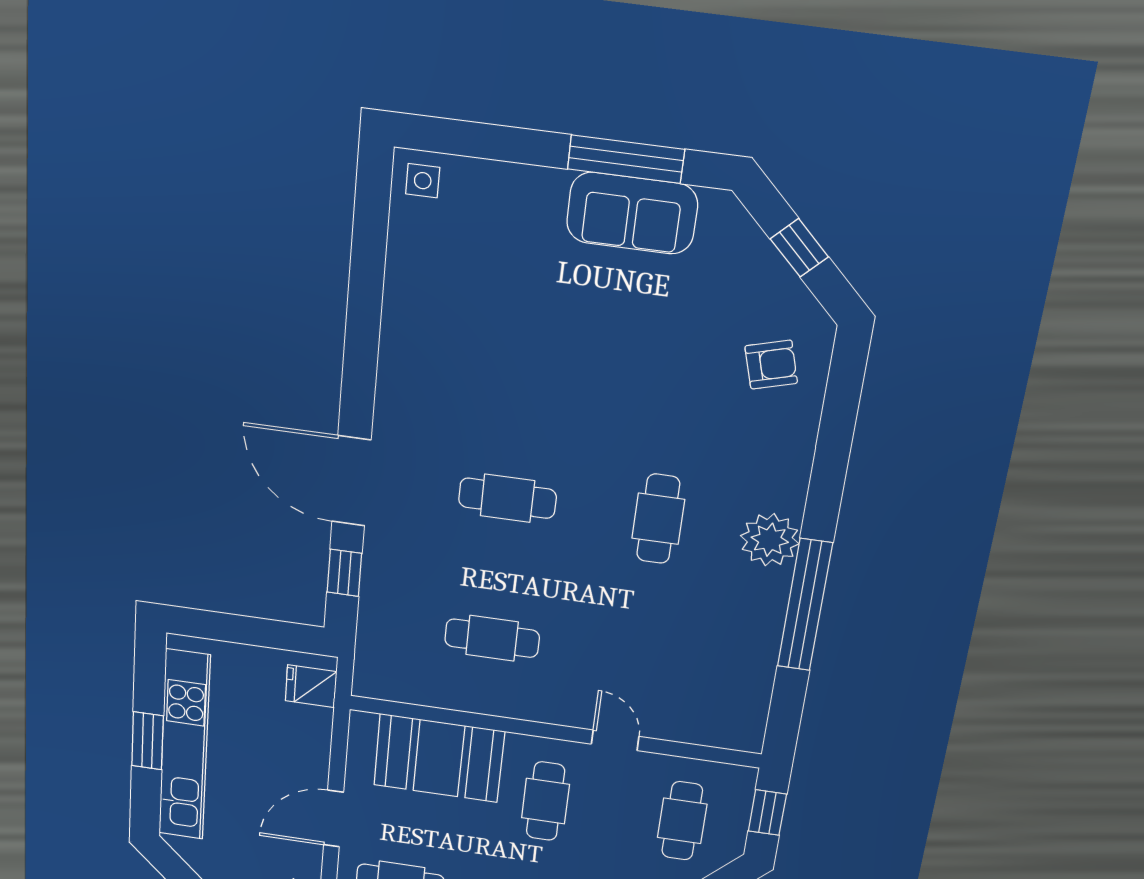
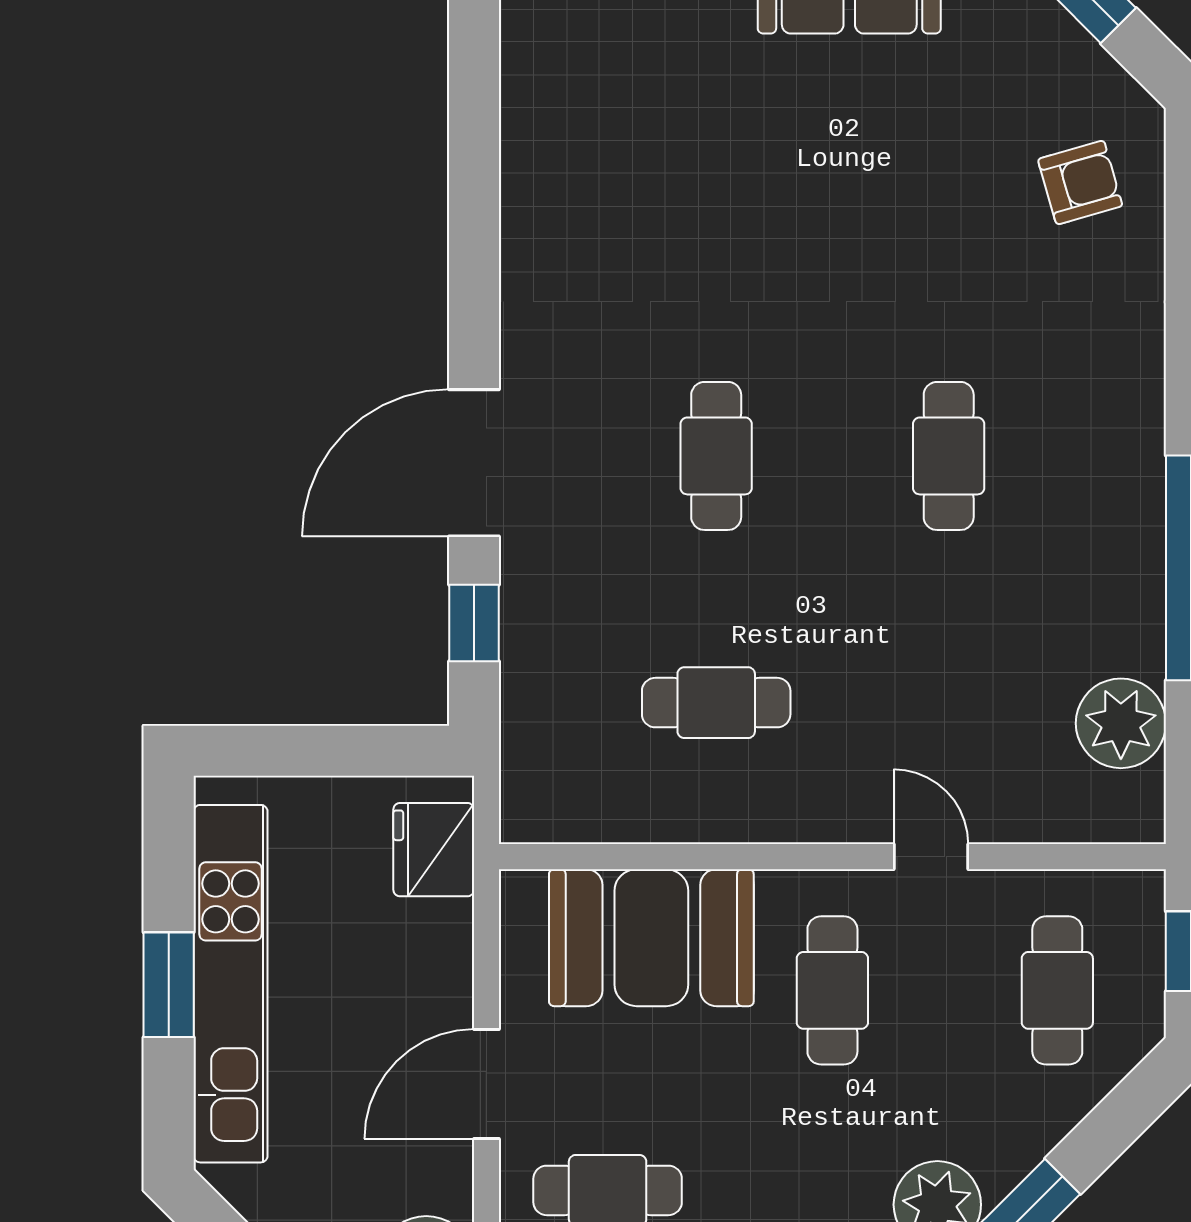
door: (351, 481) -> (474, 463), hinge flipped
cafe table: (507, 498) -> (716, 456), turned 90
plant: (770, 540) -> (1121, 723), moved
fridge: (311, 686) -> (434, 850), width x1.38

